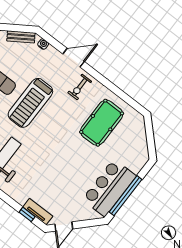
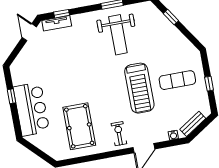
treadmill: (30, 103) -> (139, 88), turned 180
bar counter: (109, 188) -> (31, 109), moved
window: (125, 196) -> (12, 96), width x0.32

